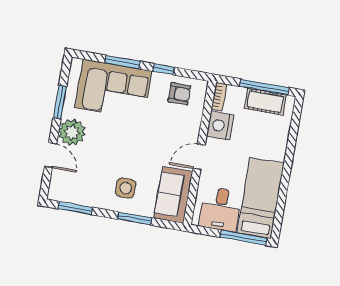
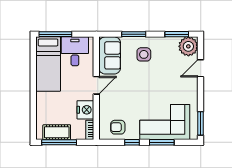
window: (60, 102) -> (201, 123), moved
plant: (72, 132) -> (188, 46), moved
door: (51, 155) -> (201, 68), hinge flipped

